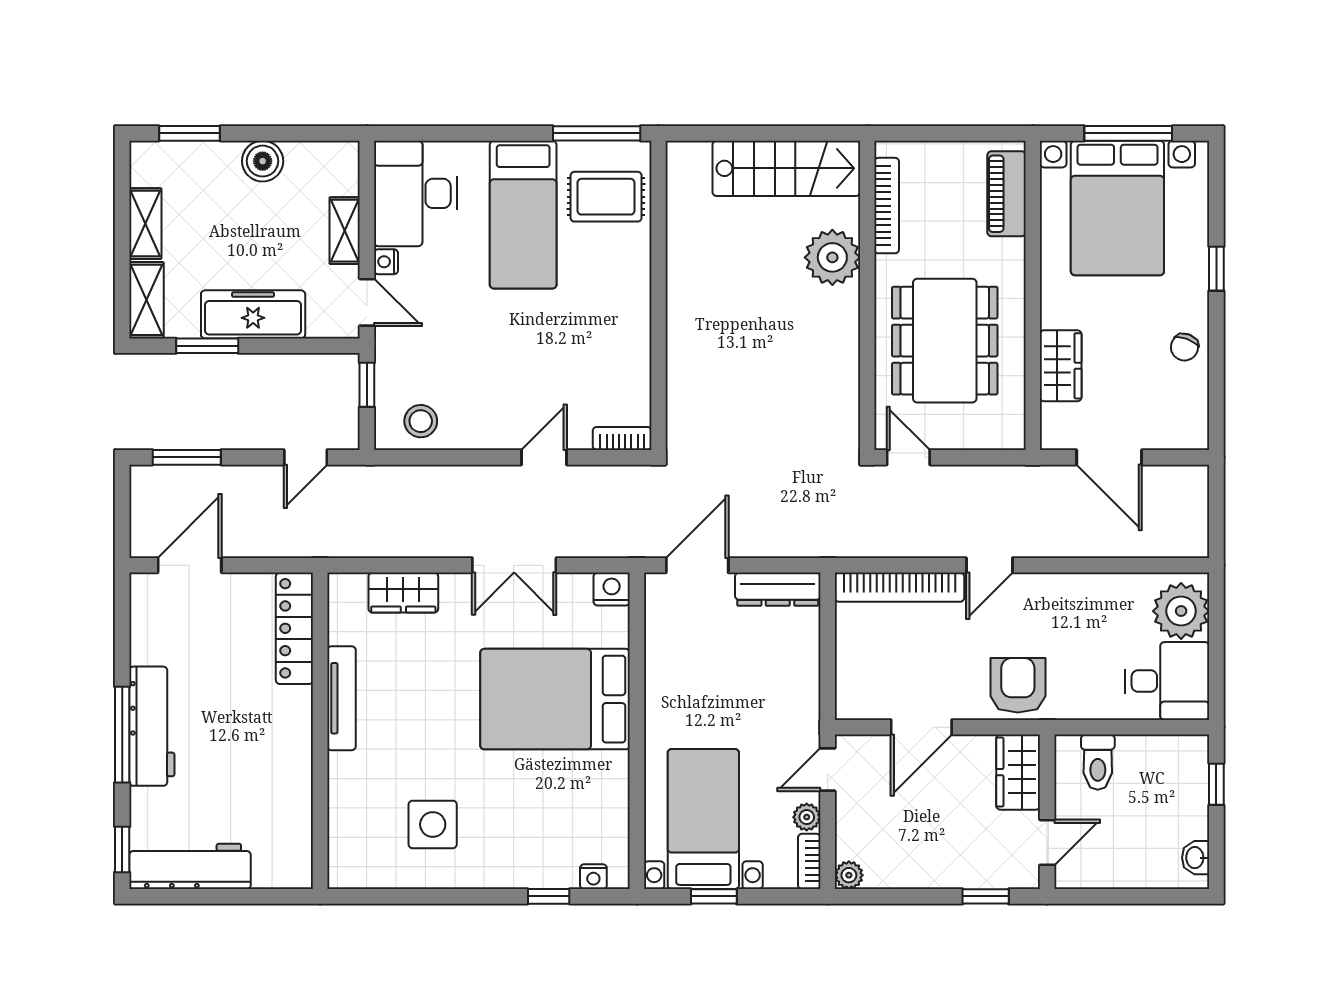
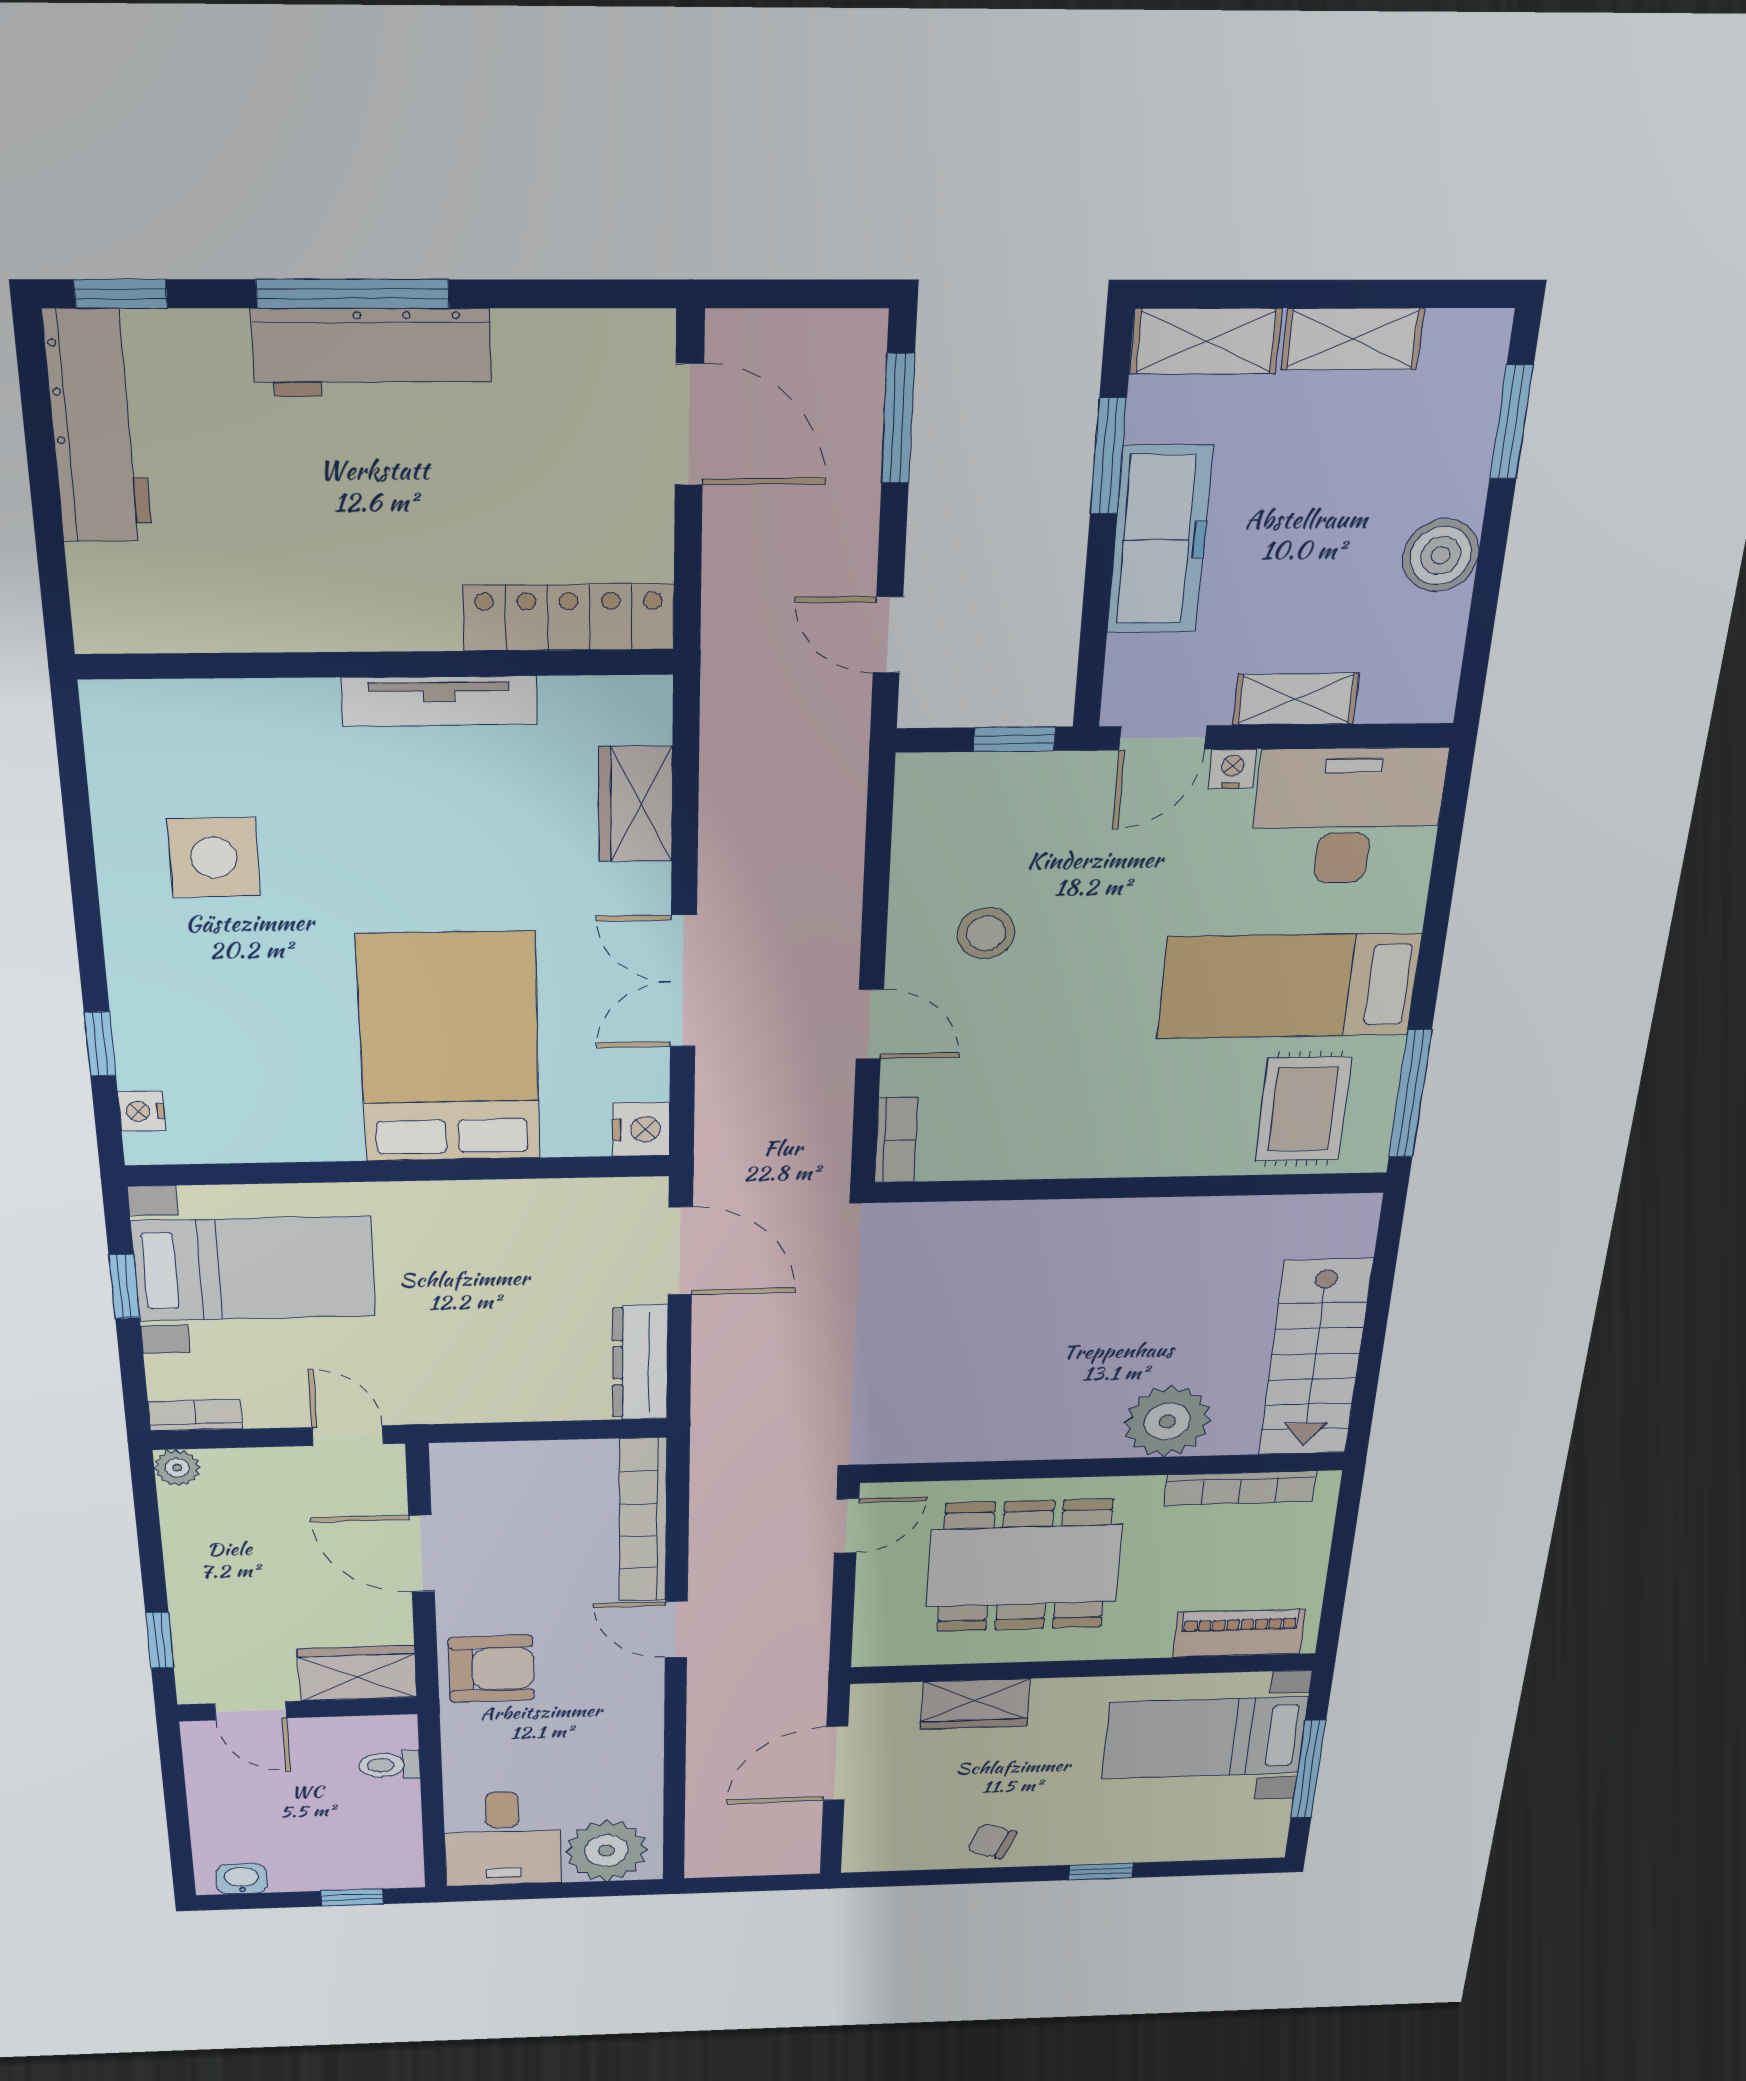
bed with nightstands: (1117, 208) -> (1205, 1738), width x0.73
stool: (421, 421) -> (986, 933), moved
toilet: (1098, 762) -> (389, 1765), width x0.73, depth x0.72
plant: (807, 817) -> (268, 1410), removed

